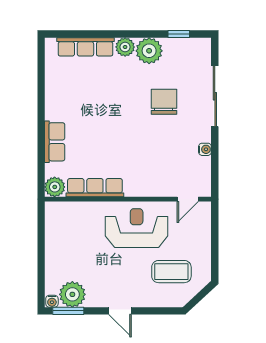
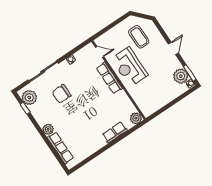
plant: (149, 51) -> (29, 98), moved
row of seats: (95, 188) -> (109, 78), moved

